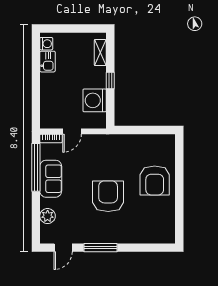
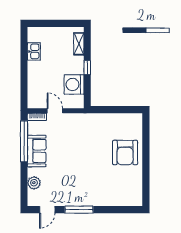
washing machine: (46, 44) -> (33, 36), removed
door: (72, 131) -> (55, 111), swing flipped
armchair: (108, 196) -> (85, 166), removed

